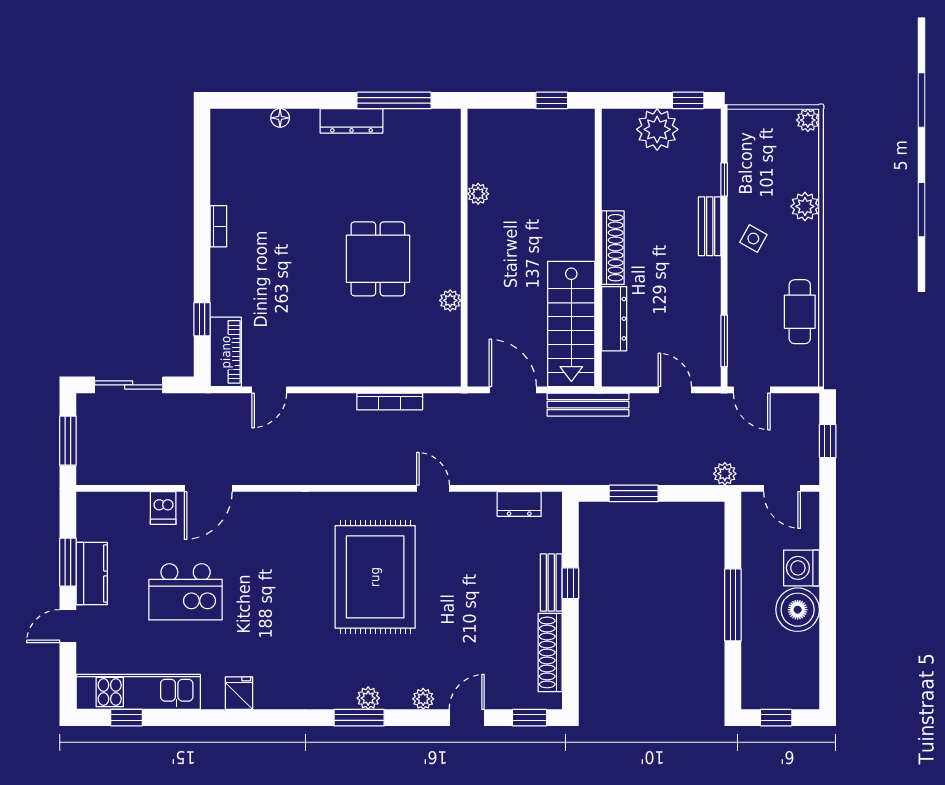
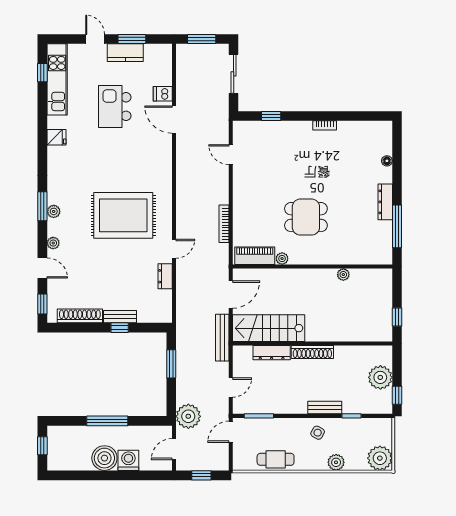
plant: (808, 120) -> (380, 458), width x1.87, depth x1.87
piano: (226, 352) -> (255, 256), moved, turned 180
plant: (725, 474) -> (188, 416), width x1.87, depth x1.87
dresser: (519, 504) -> (165, 276), moved

